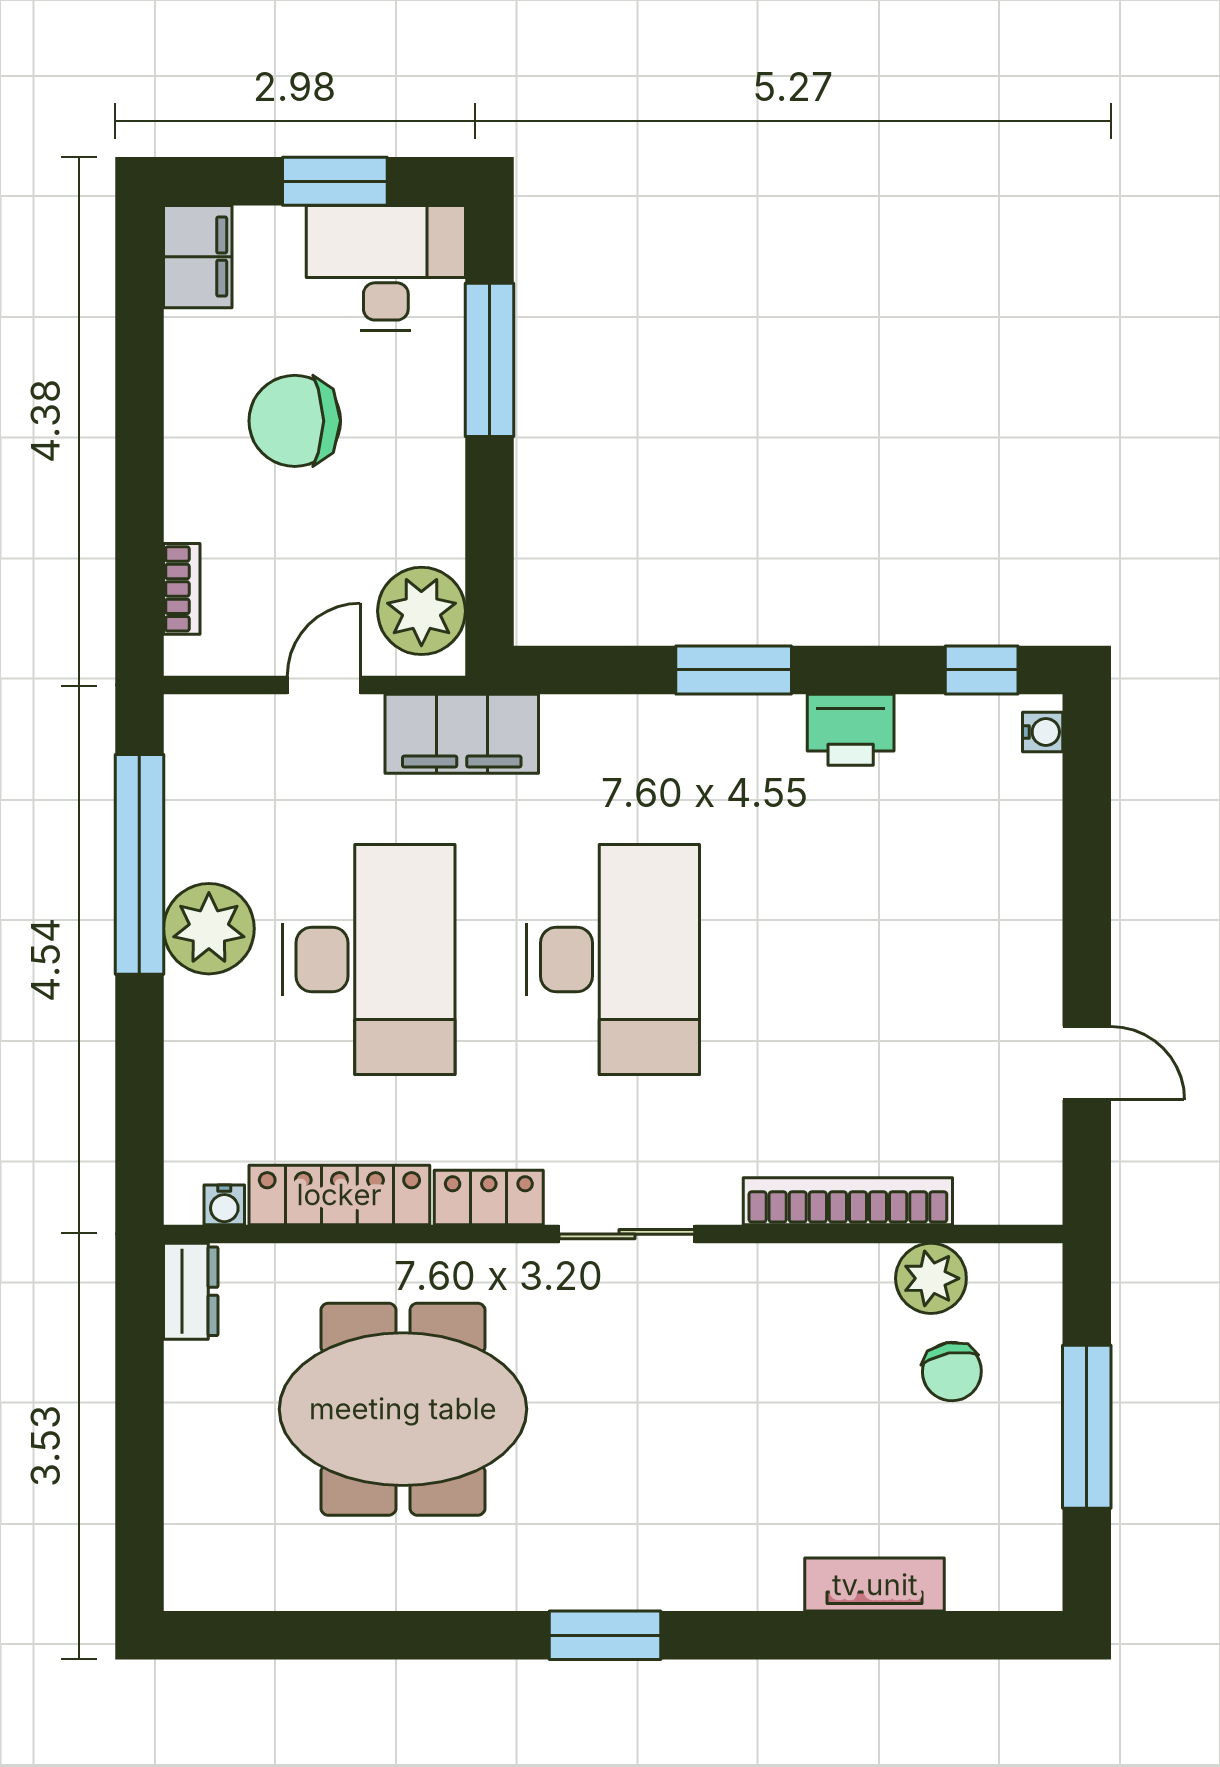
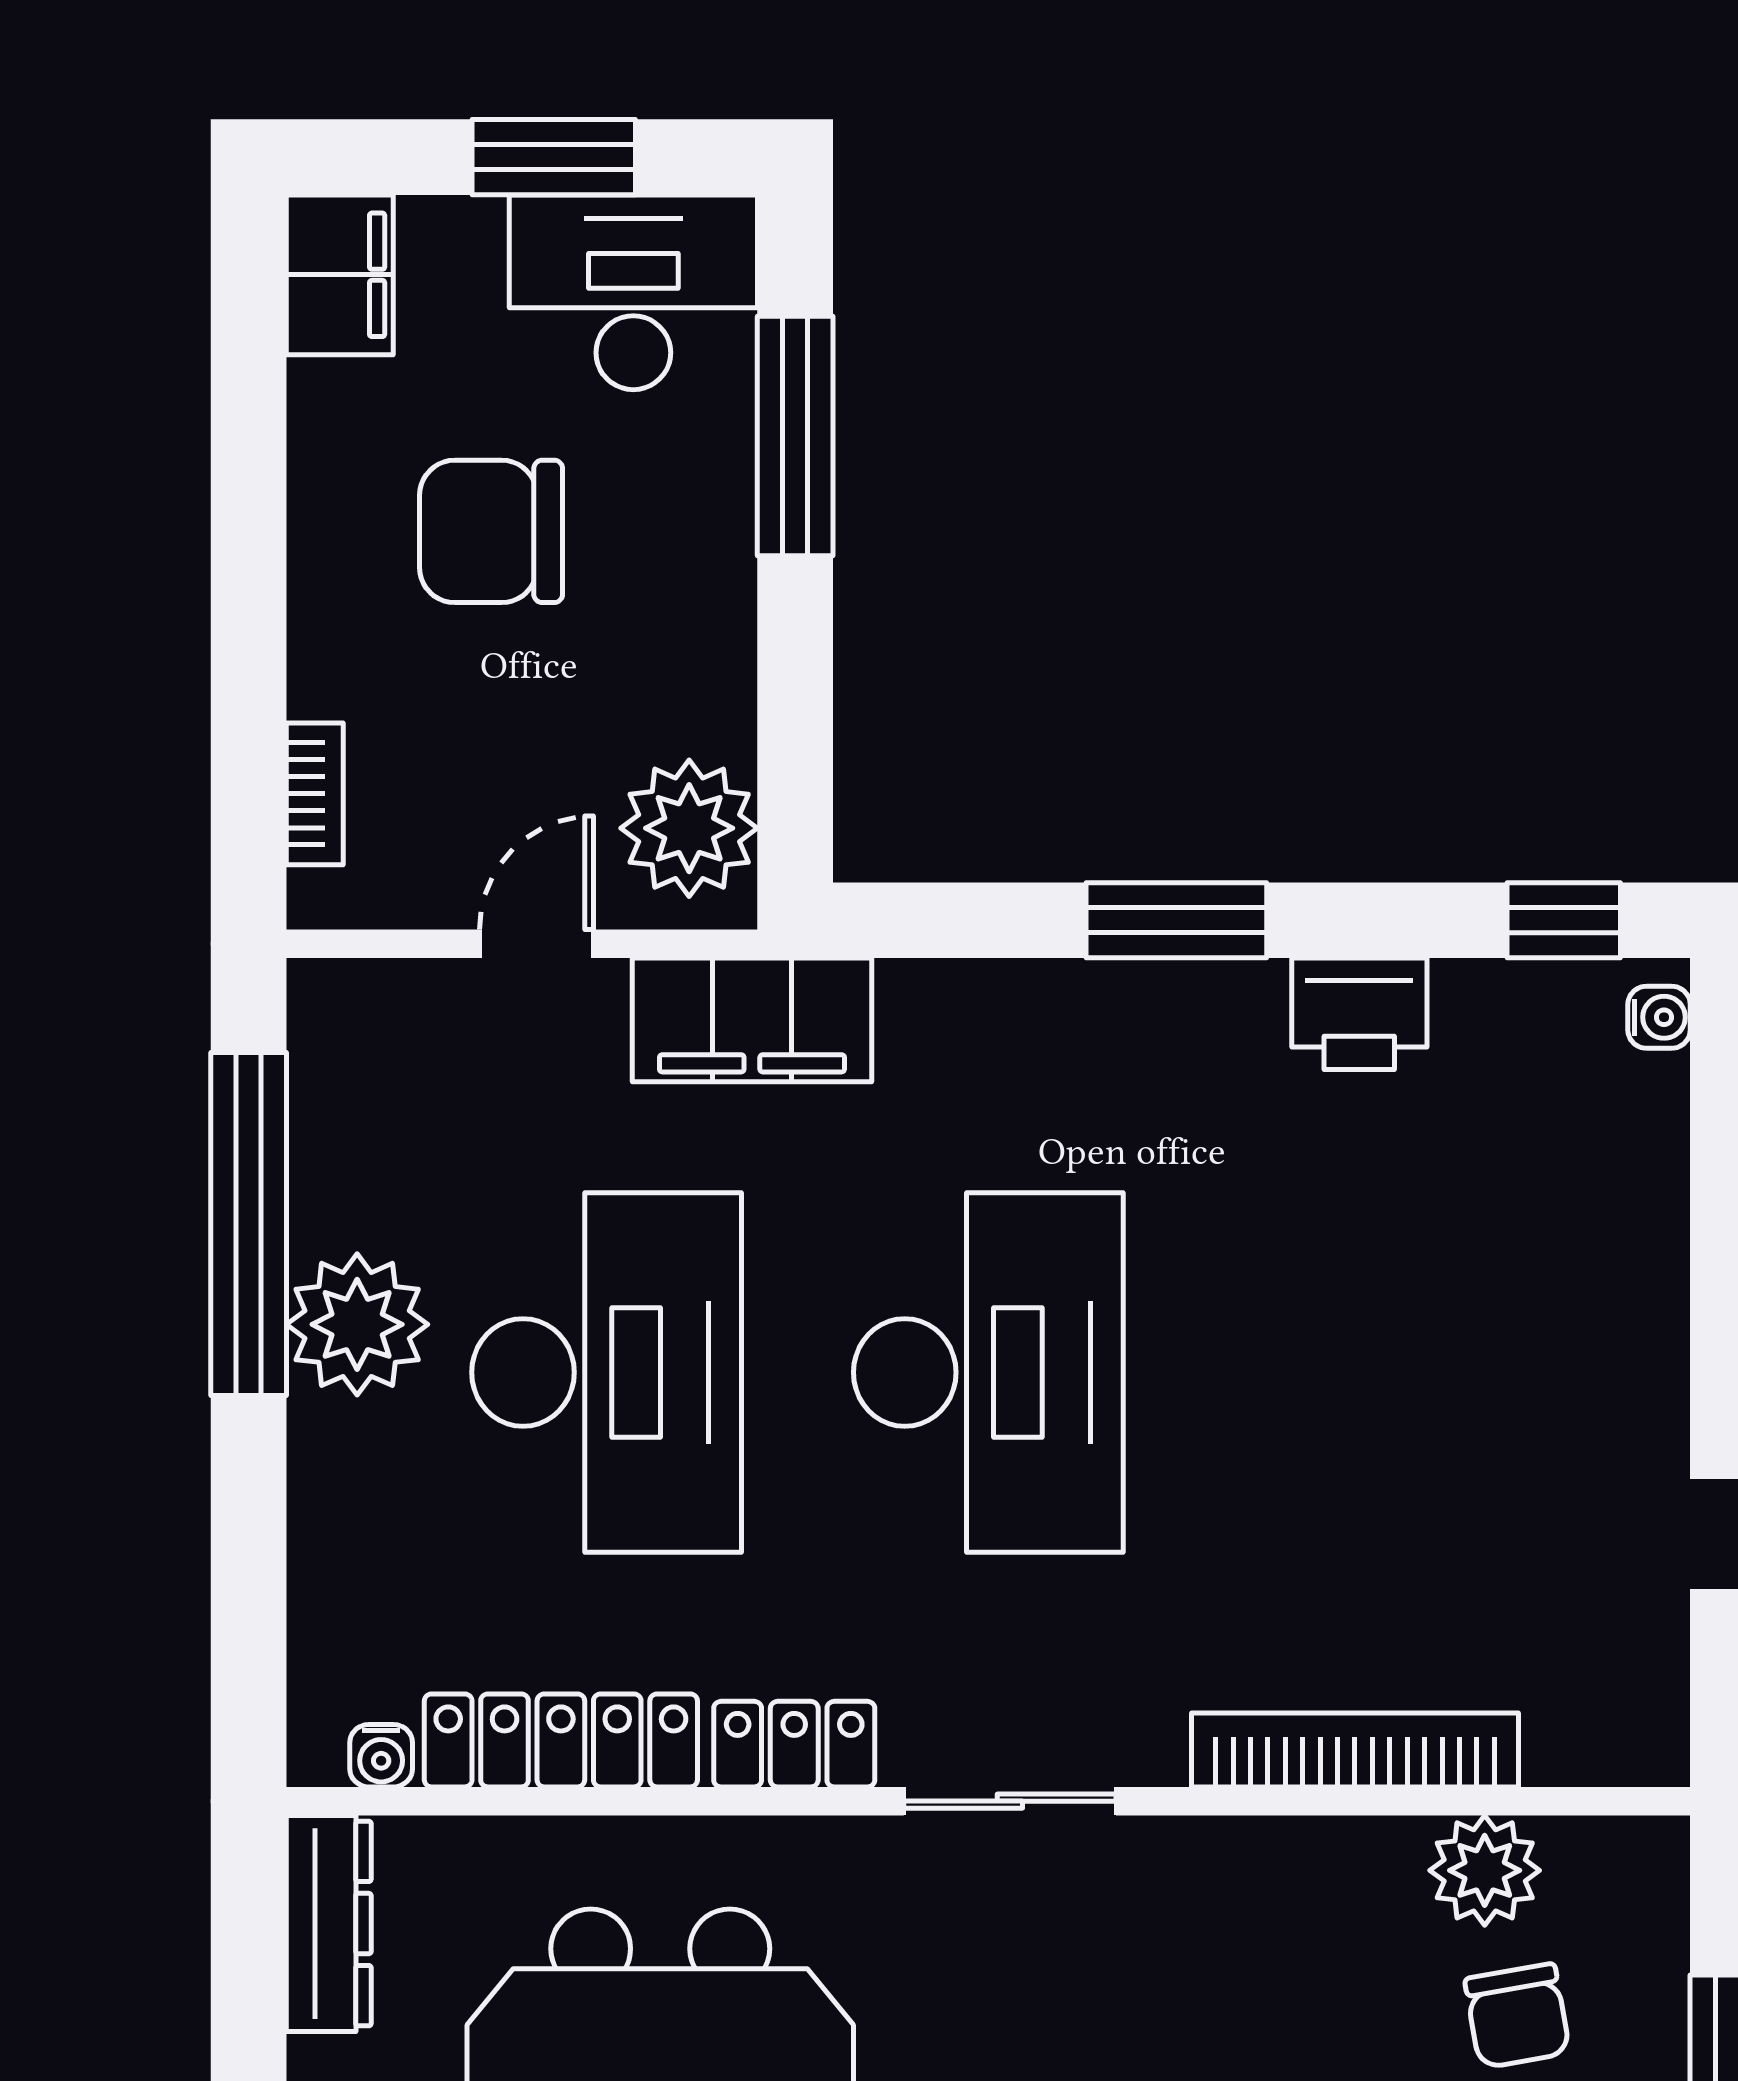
dresser: (191, 1291) -> (329, 1924), width x1.44

